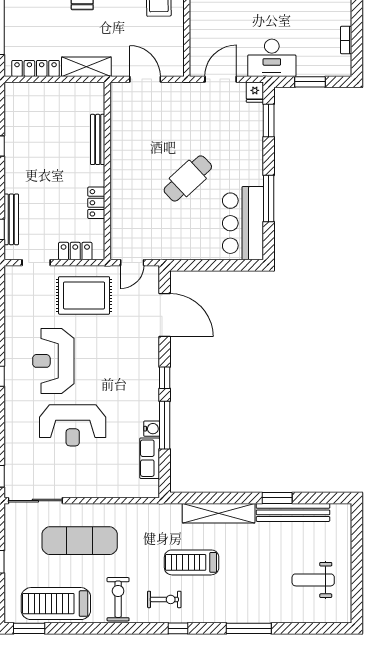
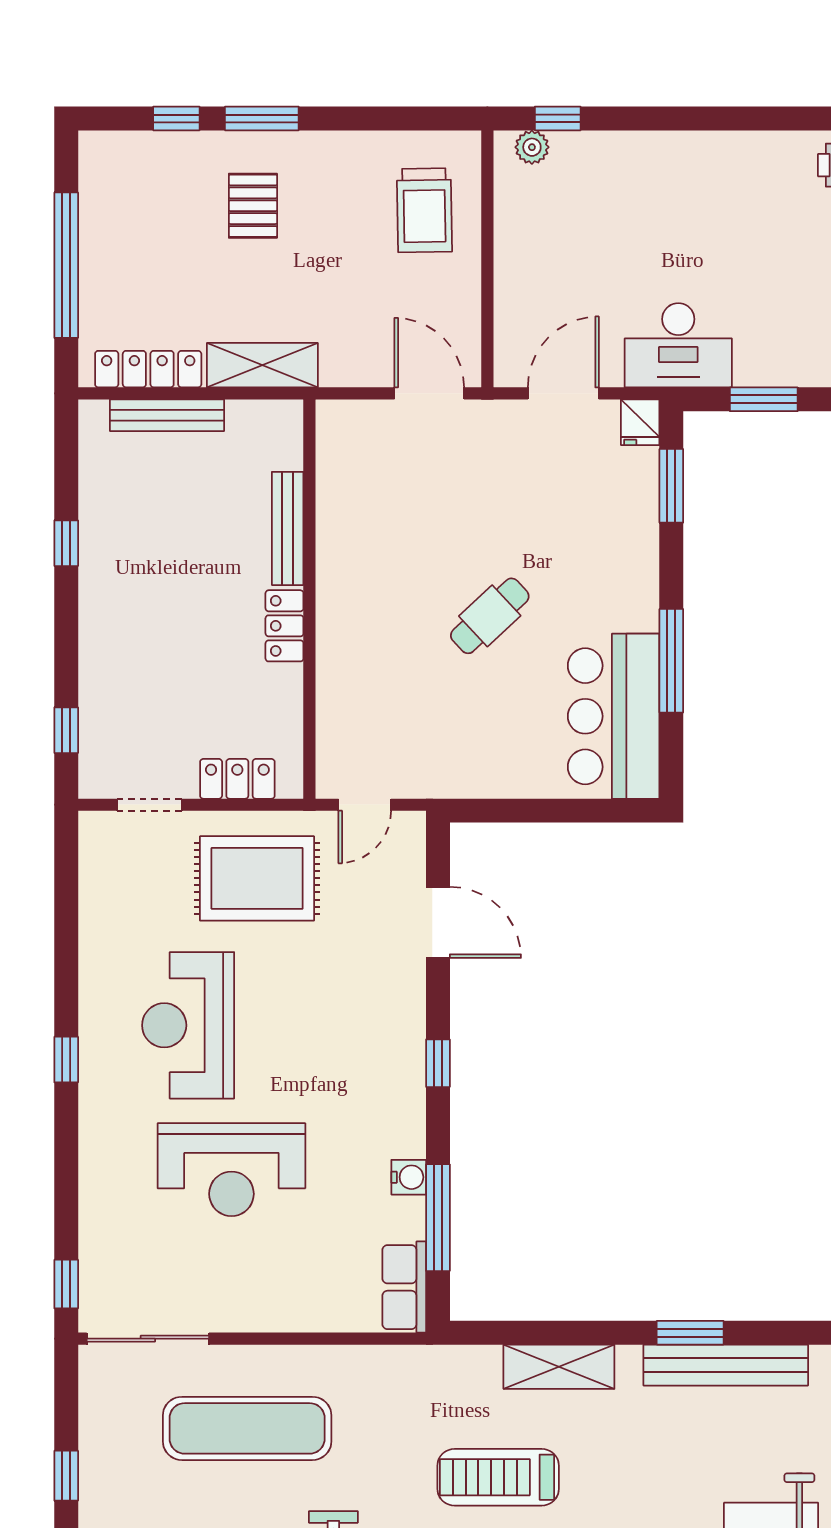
door: (145, 79) -> (429, 393), moved
cafe table: (188, 178) -> (490, 616), width x0.73, depth x0.74
locker: (96, 203) -> (284, 626), moved
bench: (11, 219) -> (167, 415), moved, turned 90
door: (165, 315) -> (438, 922), width x0.73
window: (165, 425) -> (438, 1218), moved
row of seats: (150, 458) -> (404, 1287), moved
shelving: (219, 513) -> (559, 1367), width x0.68

